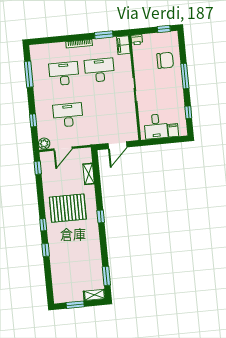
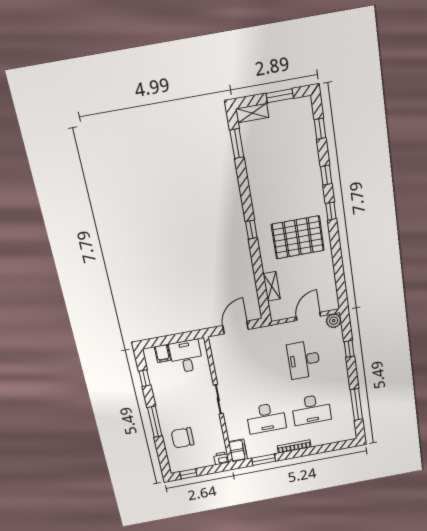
desk: (68, 115) -> (304, 360), turned 90
window: (38, 168) -> (320, 129), moved

